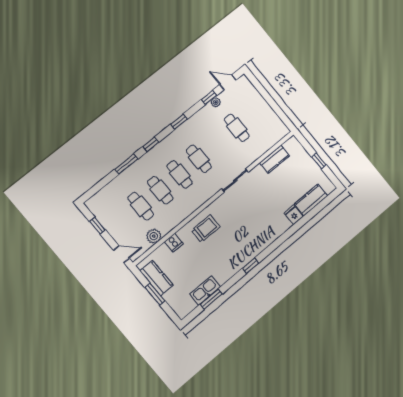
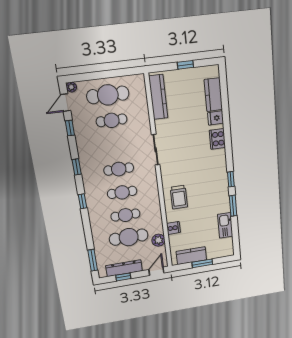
plant: (216, 102) -> (71, 87), moved
cafe table: (255, 113) -> (108, 95), added
kitchen counter: (275, 159) -> (158, 97), width x1.50
window: (126, 164) -> (93, 260), moved
cafe table: (141, 206) -> (129, 237), width x1.37, depth x1.35
dresser: (107, 221) -> (124, 268), added
trolley: (206, 229) -> (179, 197), turned 180
cooker: (278, 229) -> (217, 139), added
window: (211, 299) -> (233, 206), moved

